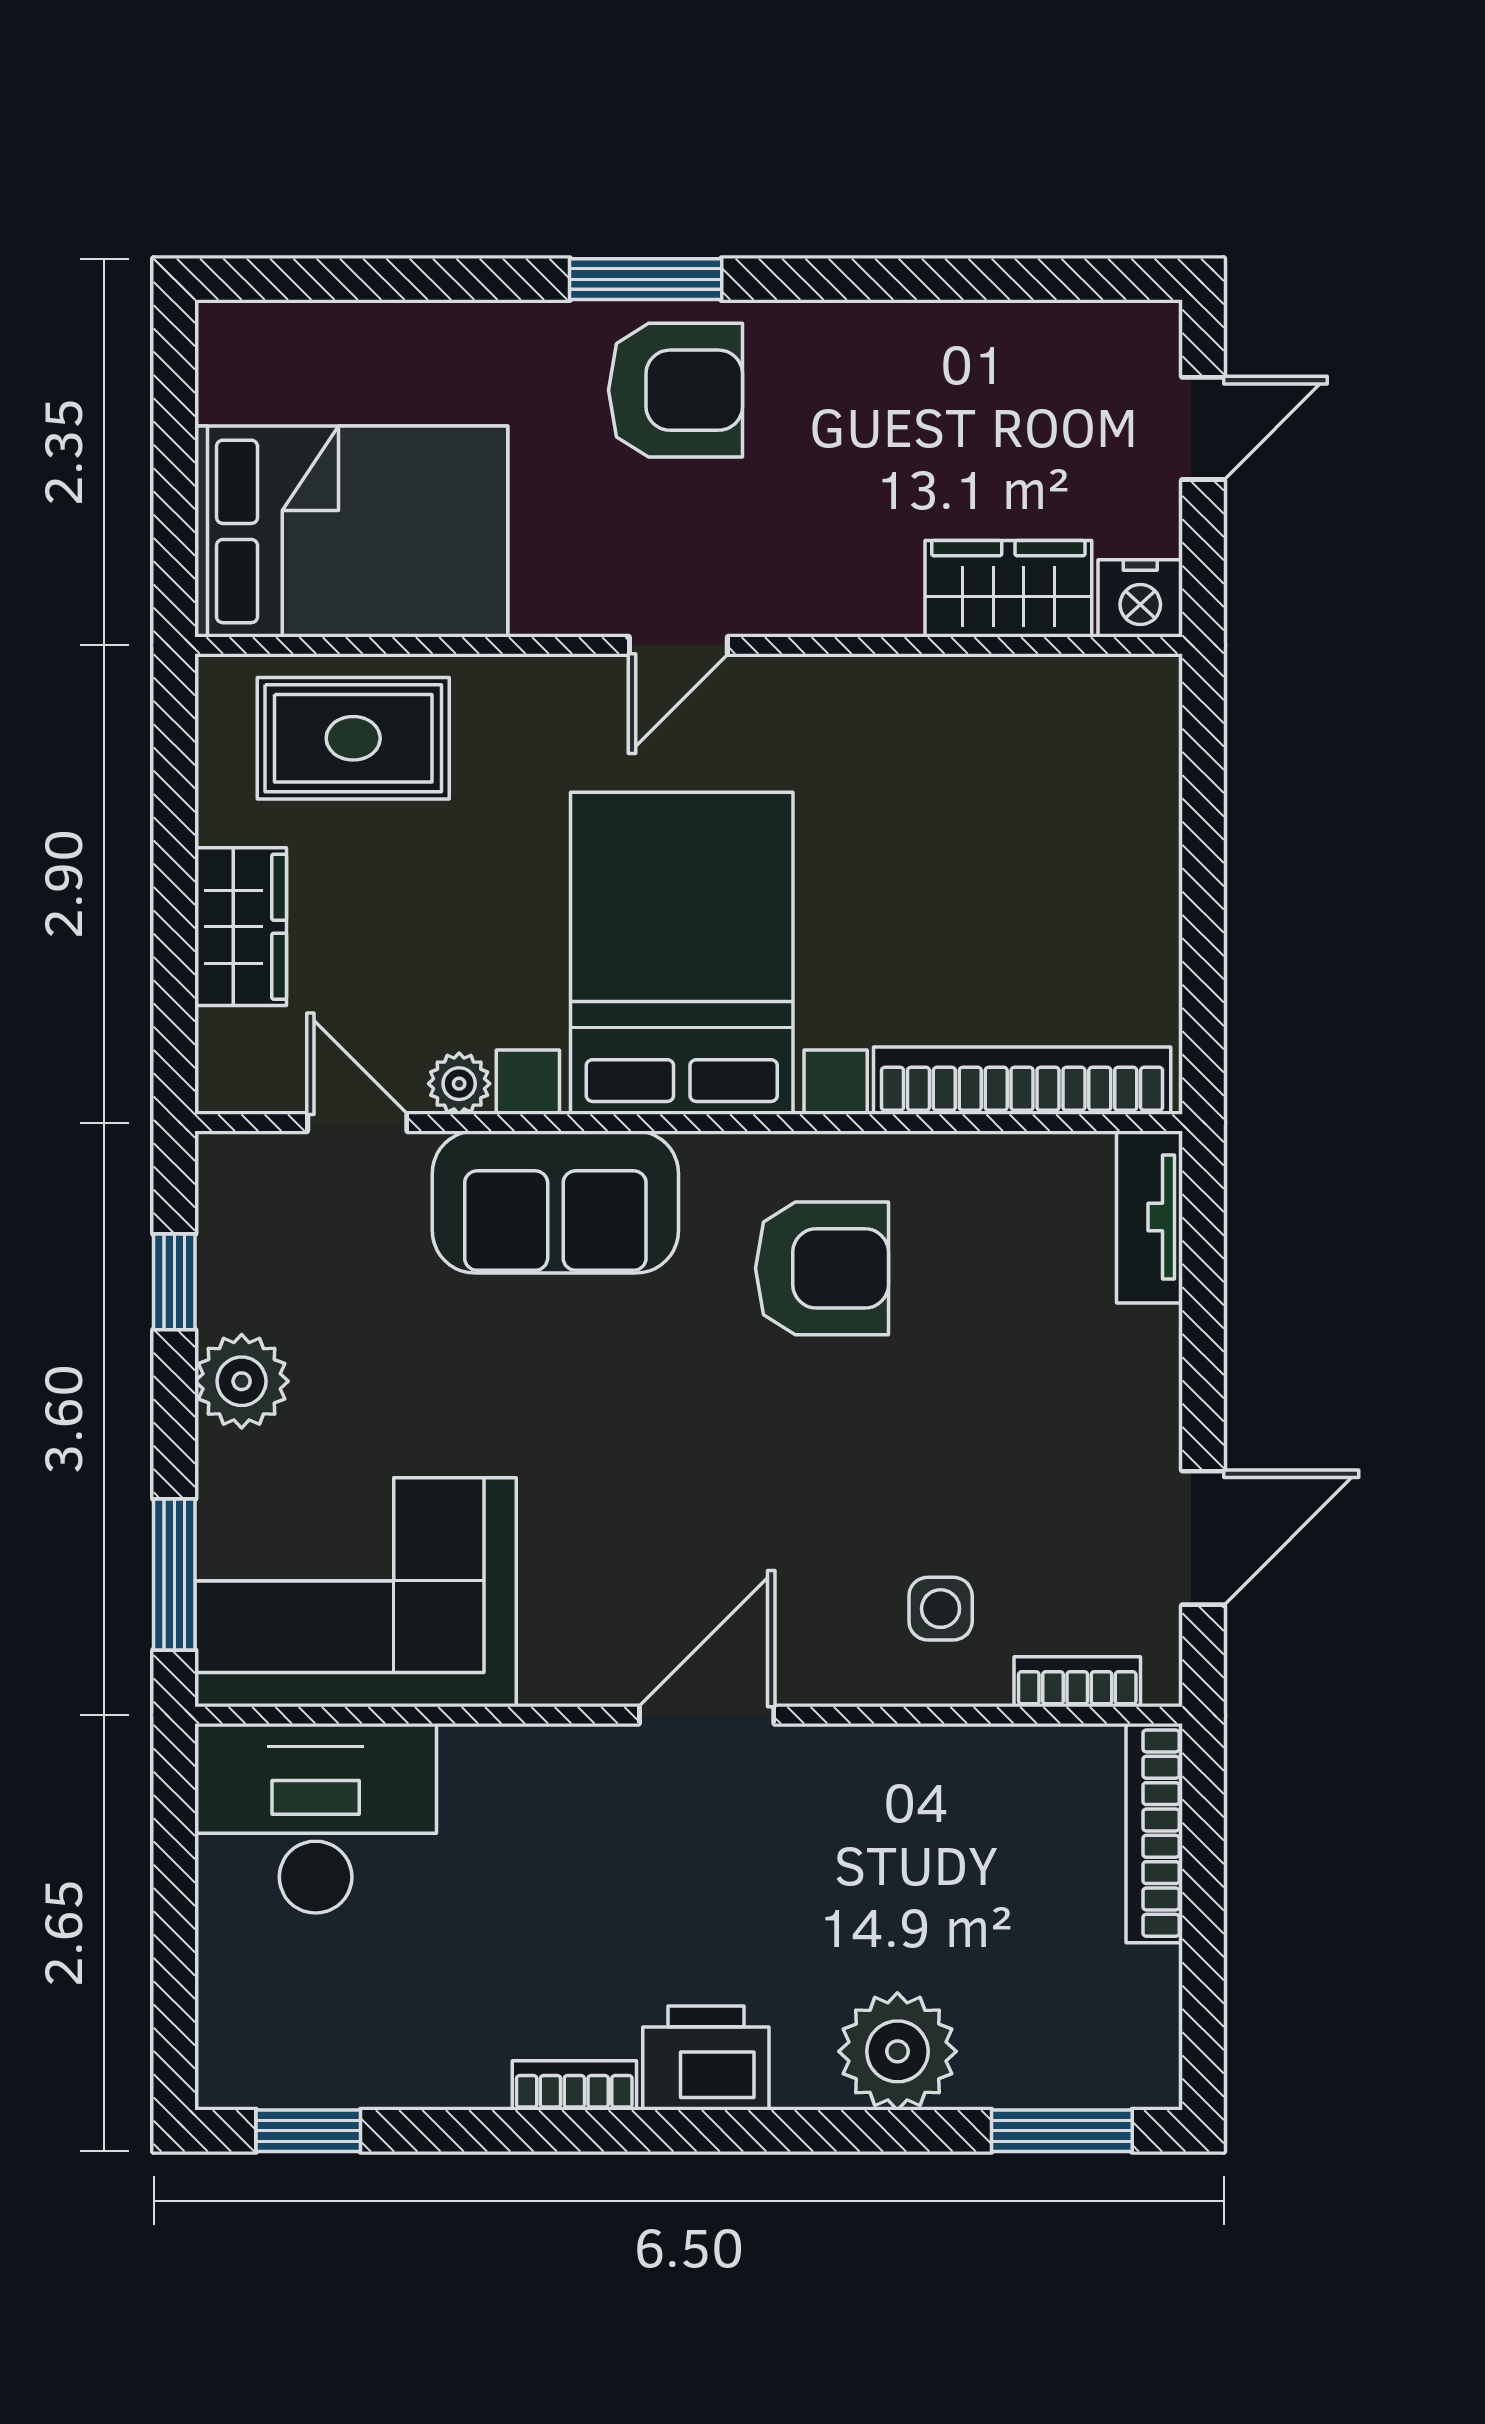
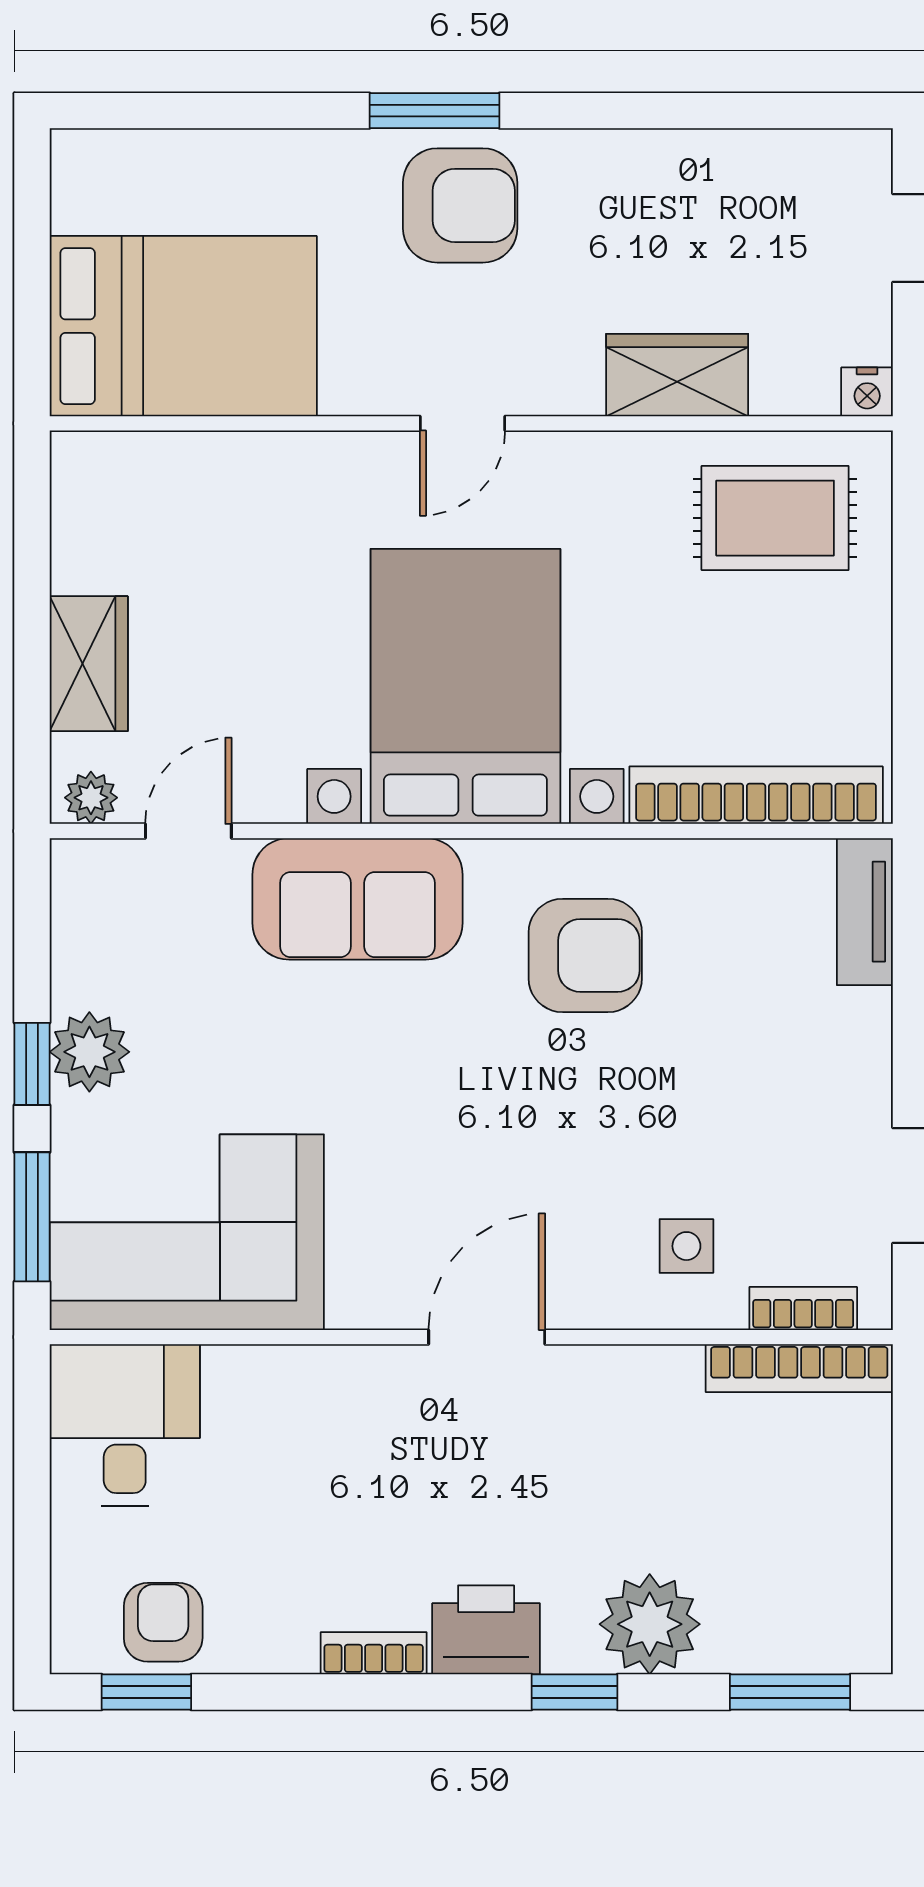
wardrobe: (1008, 589) -> (677, 375), moved
nightstand: (1140, 598) -> (867, 392), width x0.72, depth x0.74
rug: (353, 738) -> (775, 518), moved
plant: (459, 1084) -> (91, 798), moved
door: (357, 1123) -> (188, 831), hinge flipped
window: (174, 1282) -> (32, 1064), moved
desk: (316, 1818) -> (125, 1425), width x0.73
bookcase: (1154, 1833) -> (799, 1368), moved, turned -90
armchair: (328, 2049) -> (163, 1622), added
window: (809, 2131) -> (574, 1692), added

